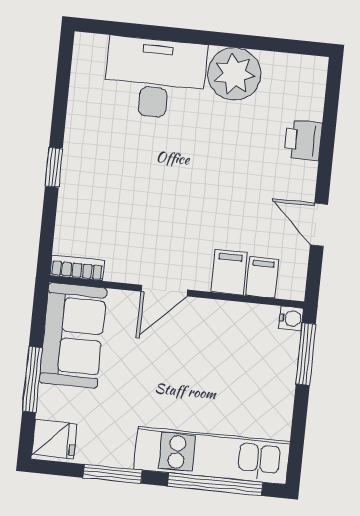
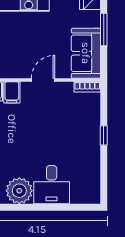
desk: (155, 78) -> (52, 185), width x0.73

